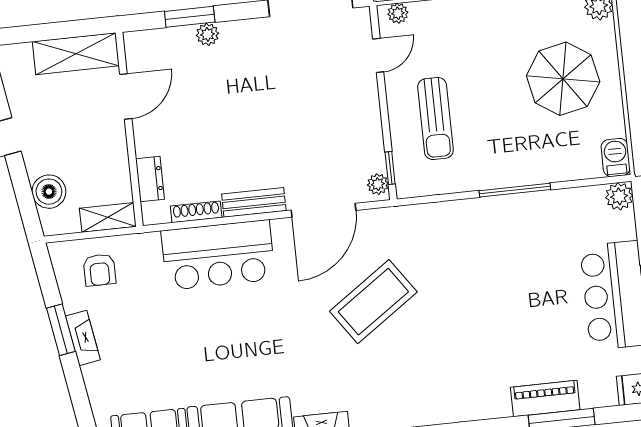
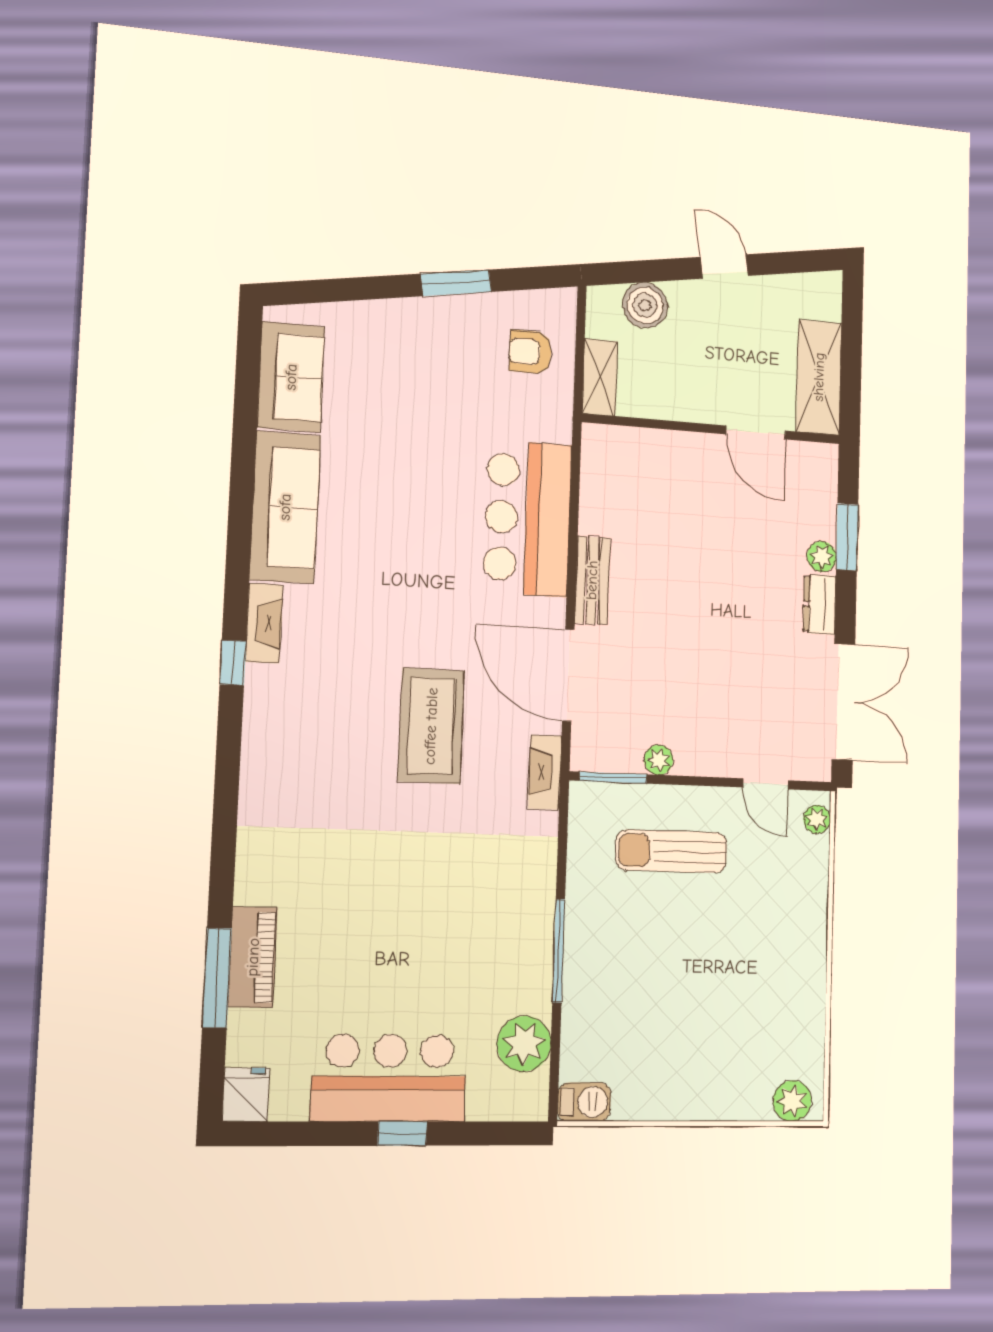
parasol: (563, 79) -> (702, 1039), removed
window: (390, 168) -> (613, 778), width x1.50
dresser: (150, 179) -> (819, 604), moved, turned 90
plant: (378, 184) -> (659, 760), moved
plant: (619, 196) -> (524, 1044), moved, width x1.36, depth x1.36
shoe rack: (196, 212) -> (591, 499), removed
coffee table: (373, 302) -> (431, 726), turned 35
fireplace: (83, 338) -> (545, 772), moved, turned 99

